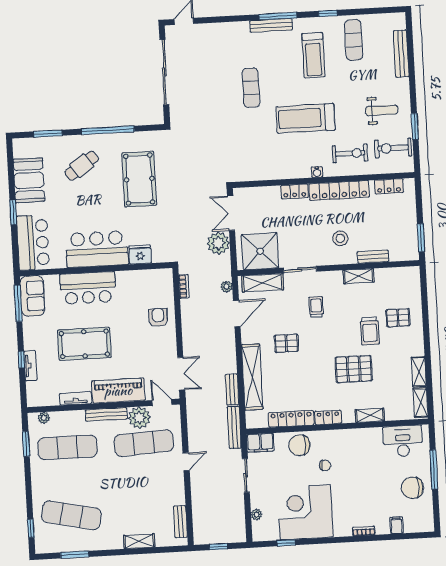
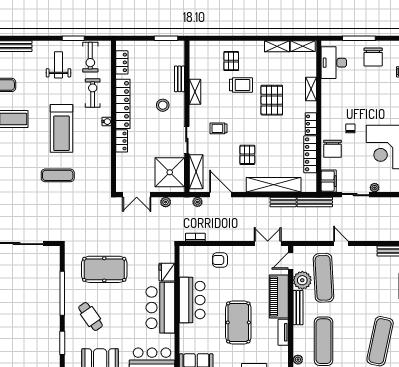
exercise mat: (251, 88) -> (58, 175), moved
plant: (218, 243) -> (166, 202), width x0.53, depth x0.53
bar counter: (88, 288) -> (192, 300), moved
plant: (256, 515) -> (375, 188), moved

